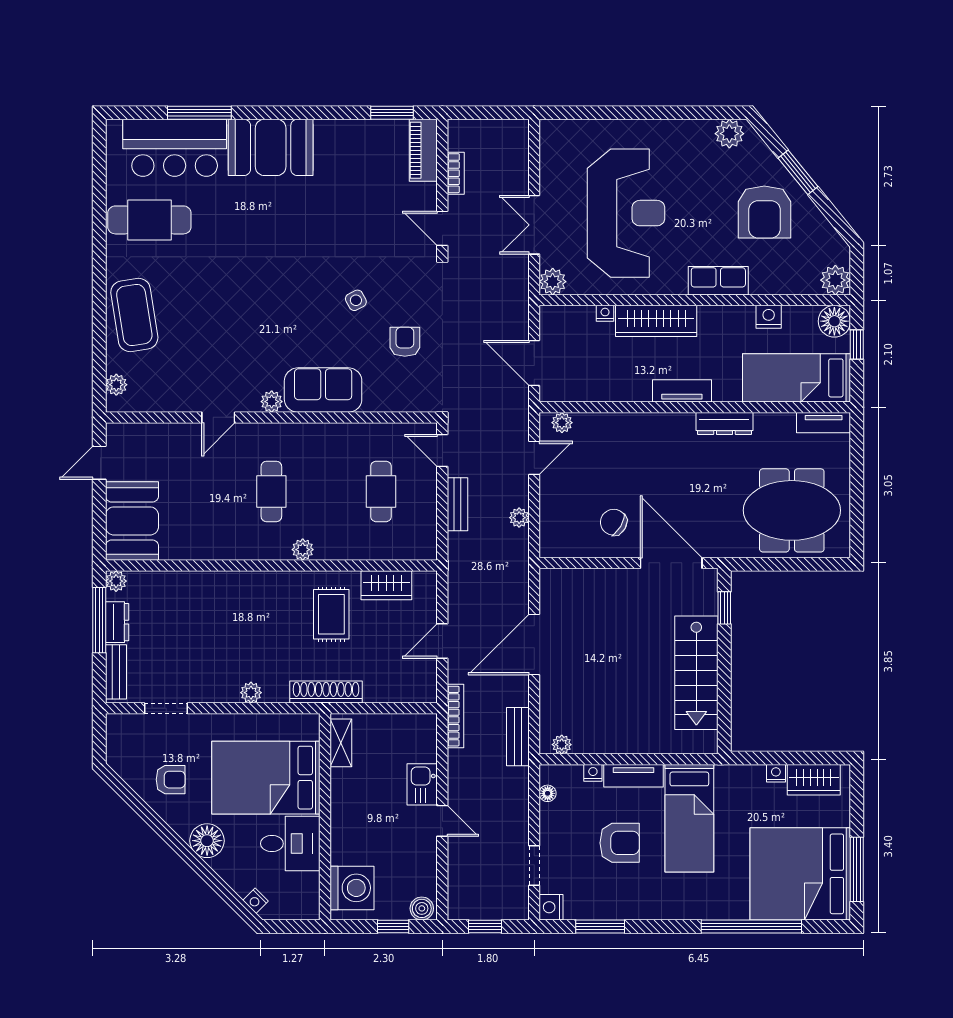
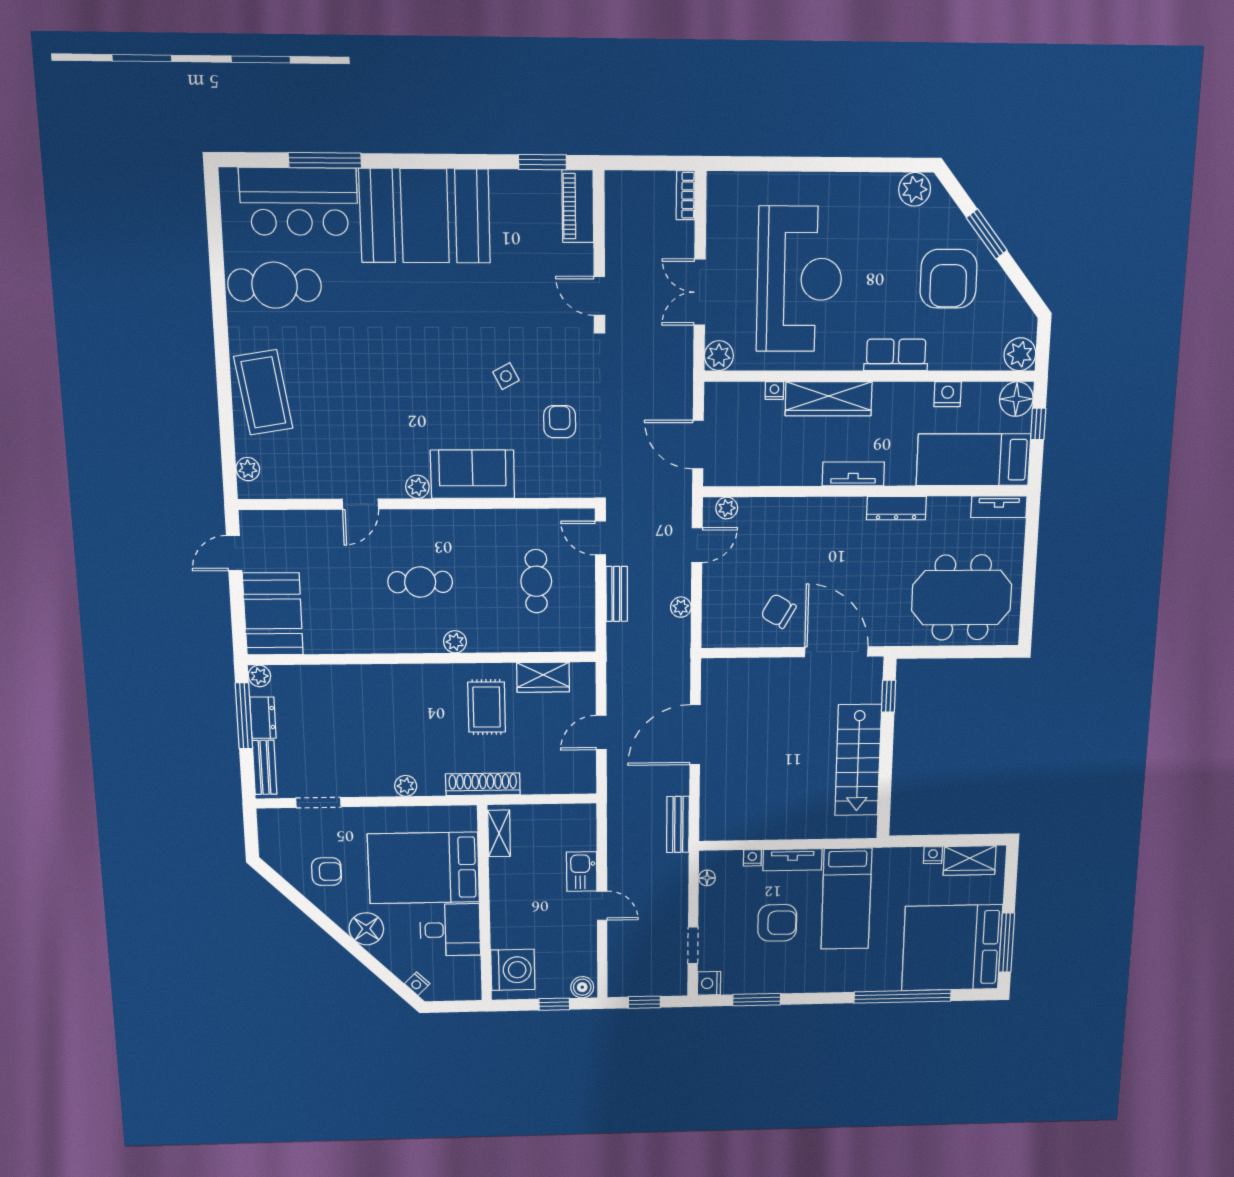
booth: (271, 147) -> (425, 216), width x1.36, depth x1.42
bookcase: (456, 173) -> (686, 195), moved, turned 180
cafe table: (271, 491) -> (420, 582), turned 90
bookcase: (456, 716) -> (615, 806), removed
plant: (562, 745) -> (722, 831), removed

